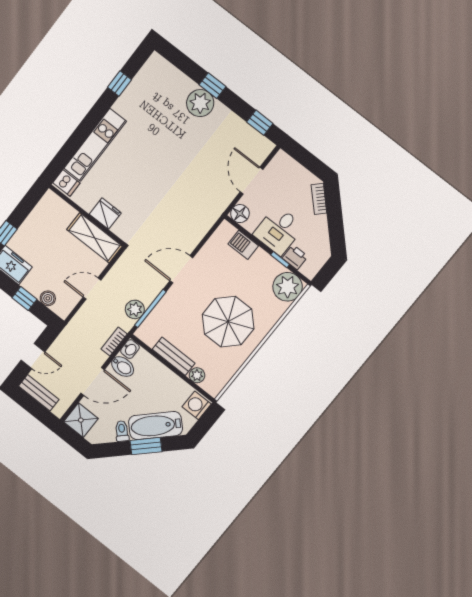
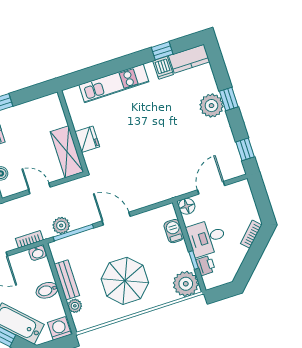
kitchen counter: (150, 73) -> (189, 59), added
dishwasher: (66, 183) -> (163, 68), moved
bidet: (123, 367) -> (47, 290), moved, turned 90

